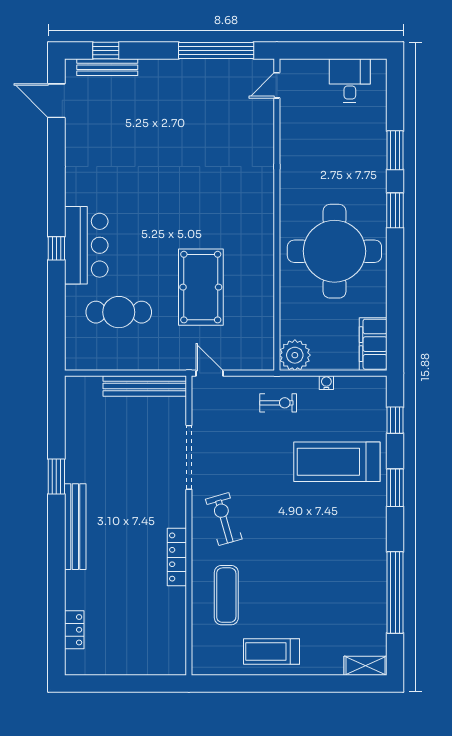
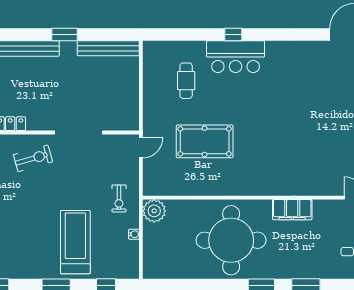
cafe table: (119, 312) -> (186, 81), width x0.73, depth x0.74
filing cabinet: (373, 344) -> (292, 210), moved, turned 180
bench: (145, 386) -> (108, 48), moved, turned 90

